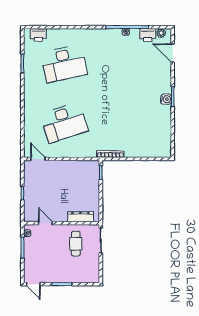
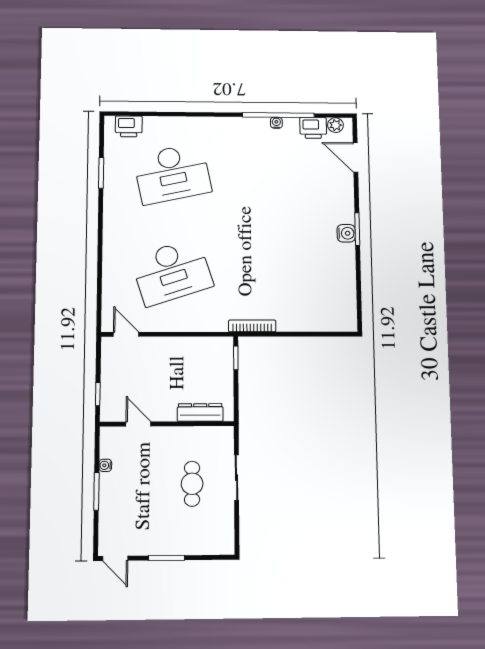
dresser: (80, 217) -> (200, 412), moved
door: (45, 223) -> (138, 424), moved
wall: (62, 223) -> (167, 424), moved

